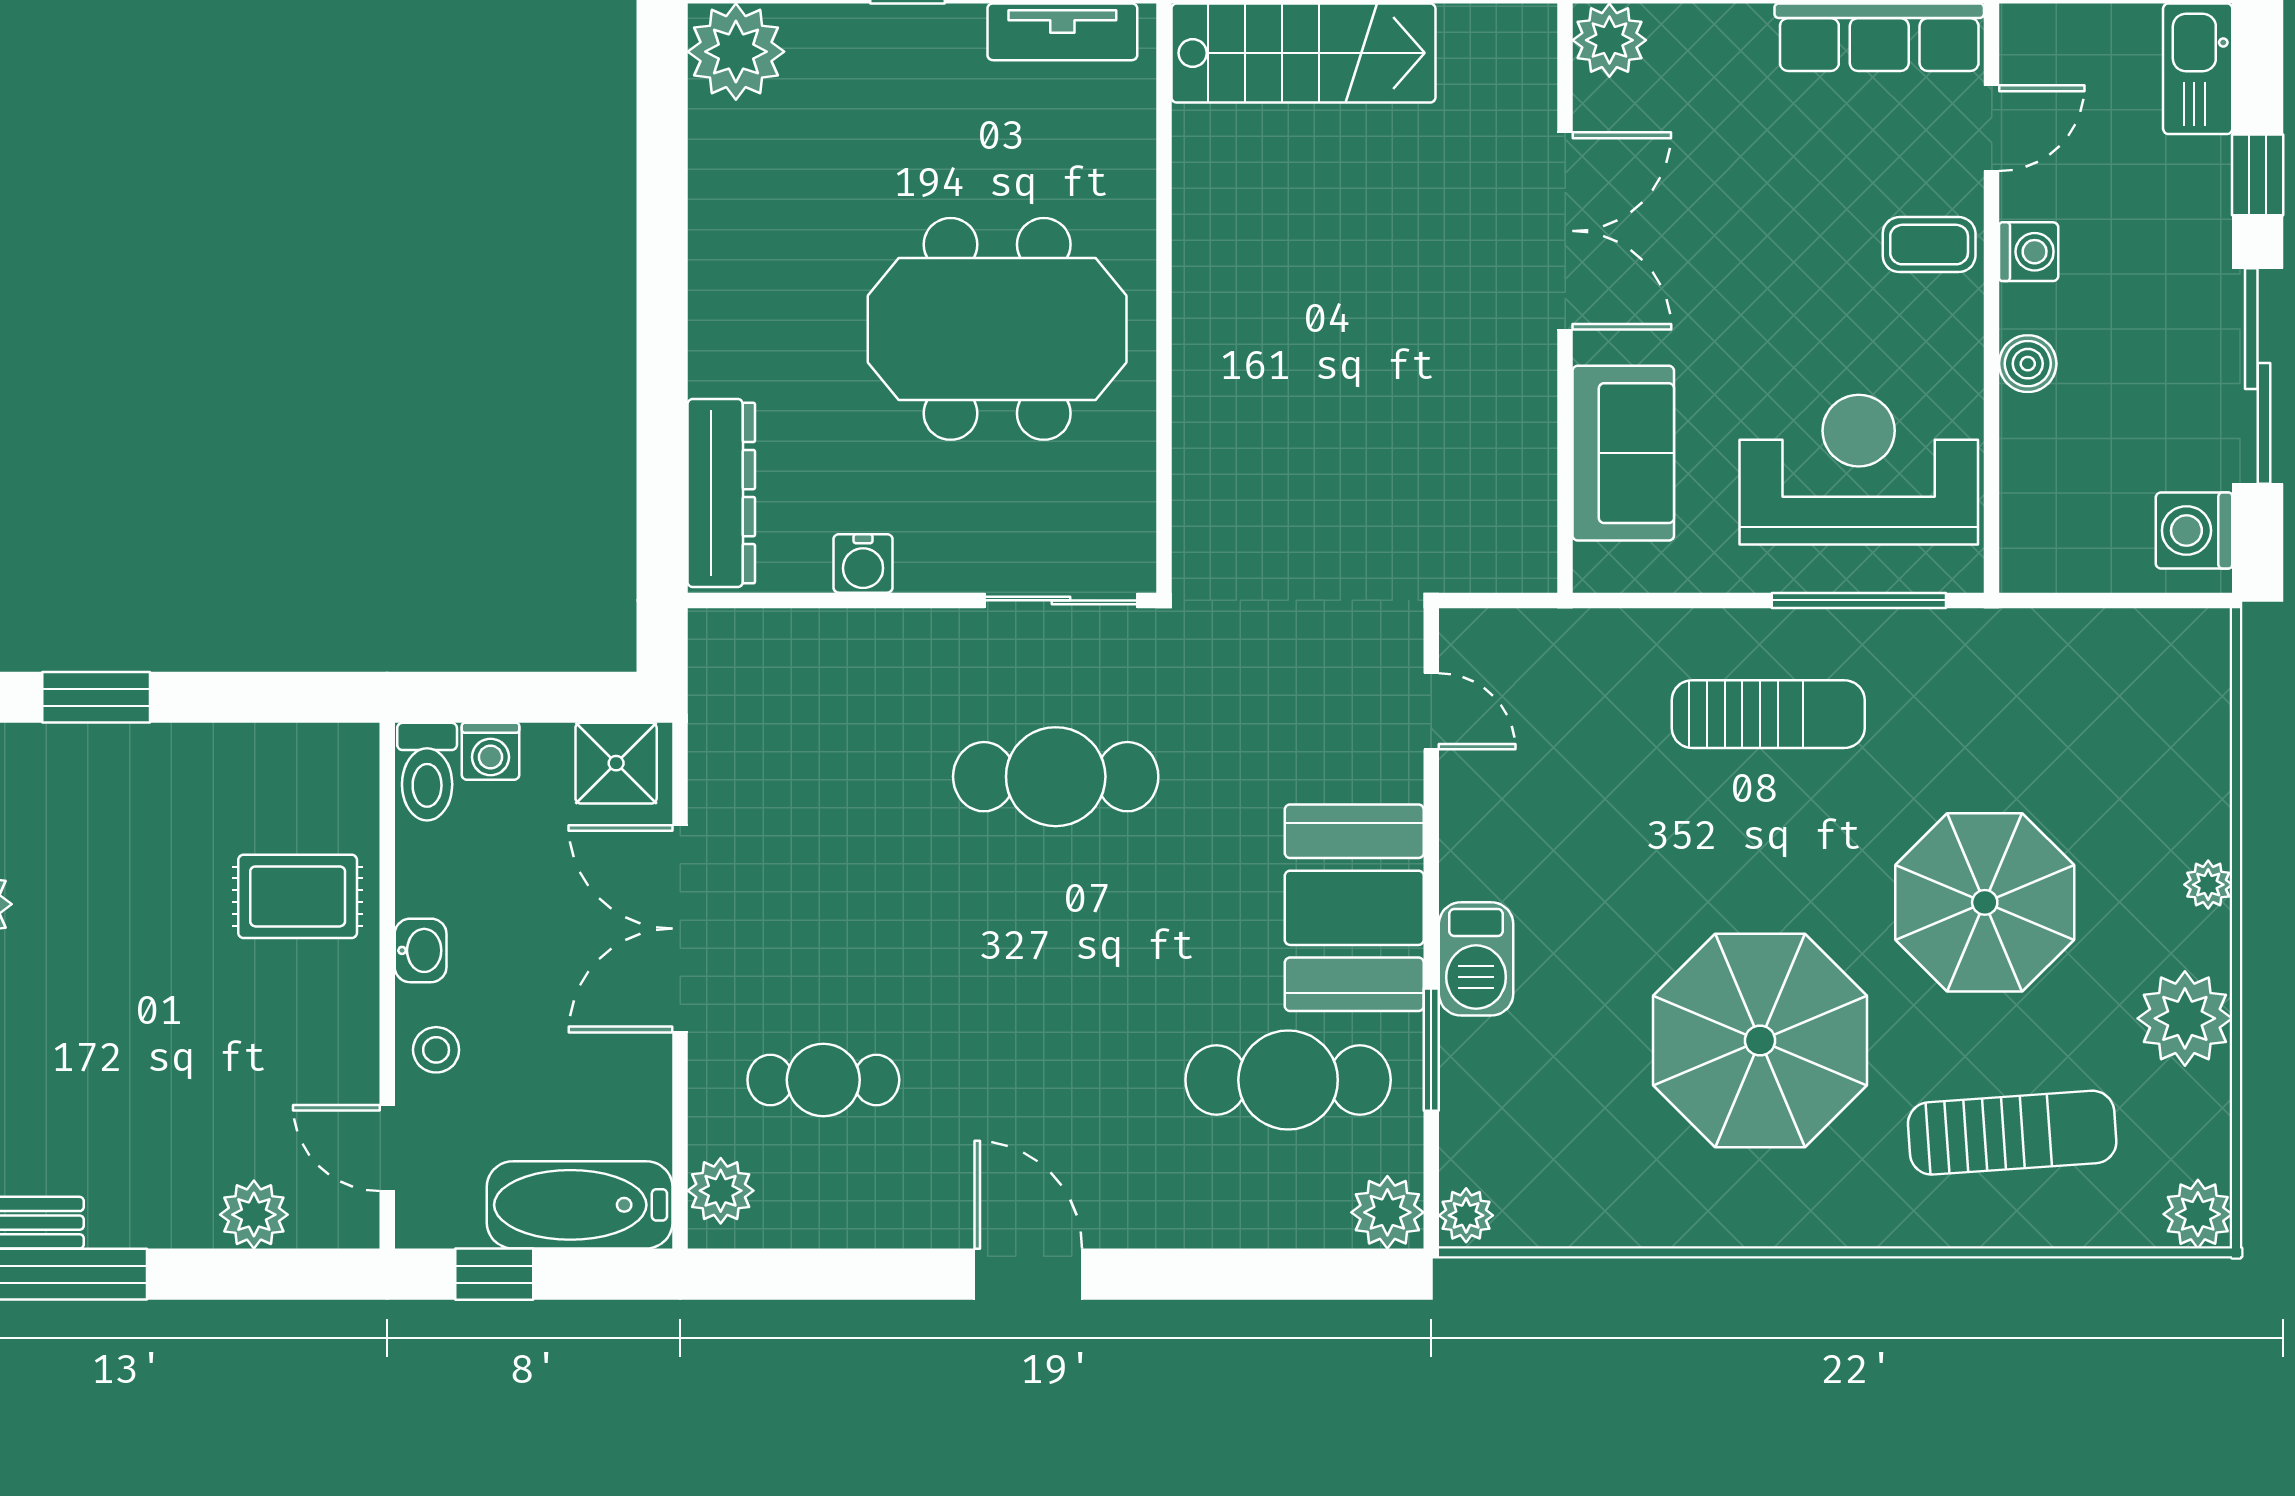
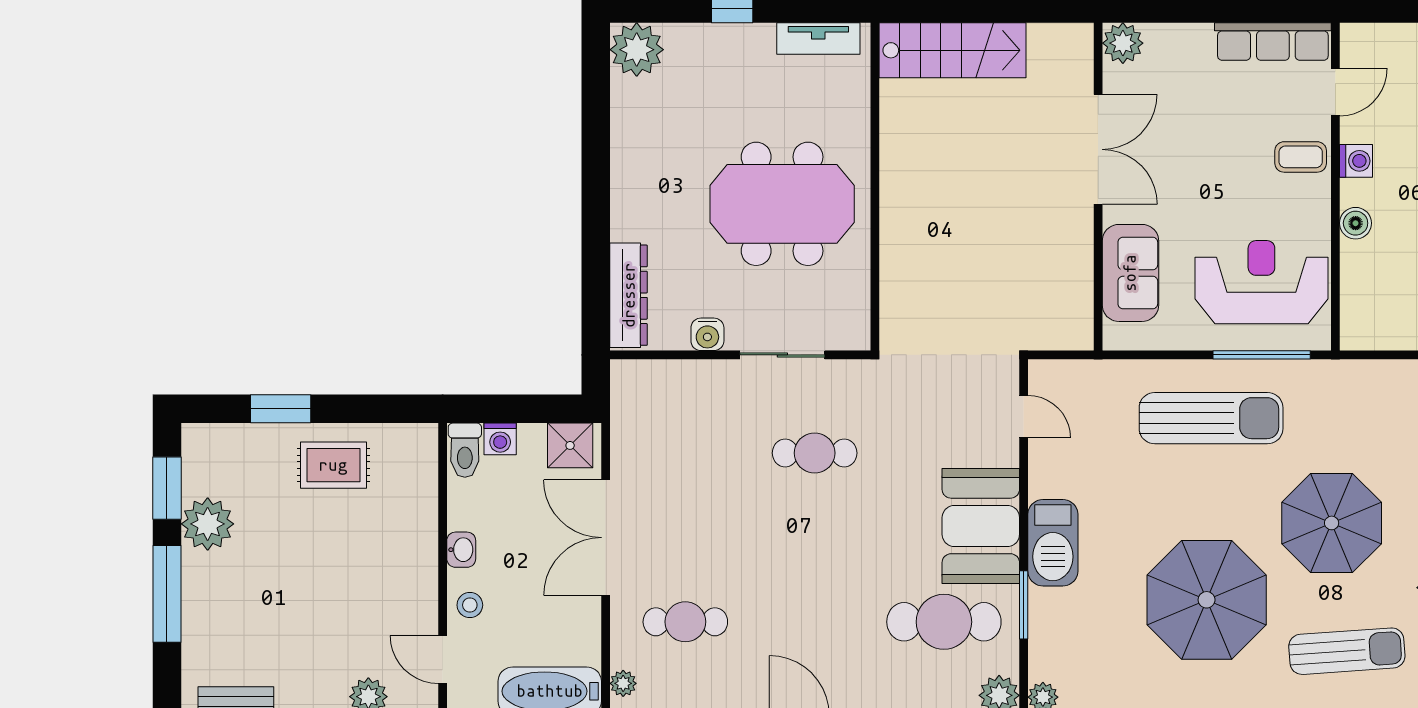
sliding door: (1061, 600) -> (782, 355), moved
sun lounger: (1768, 714) -> (1211, 418), width x1.36, depth x1.34
cafe table: (1056, 777) -> (815, 453), width x0.73, depth x0.74
rug: (298, 896) -> (333, 465), moved
barbecue: (1476, 959) -> (1053, 543), width x1.37, depth x1.21
plant: (721, 1191) -> (623, 683), width x0.73, depth x0.73

